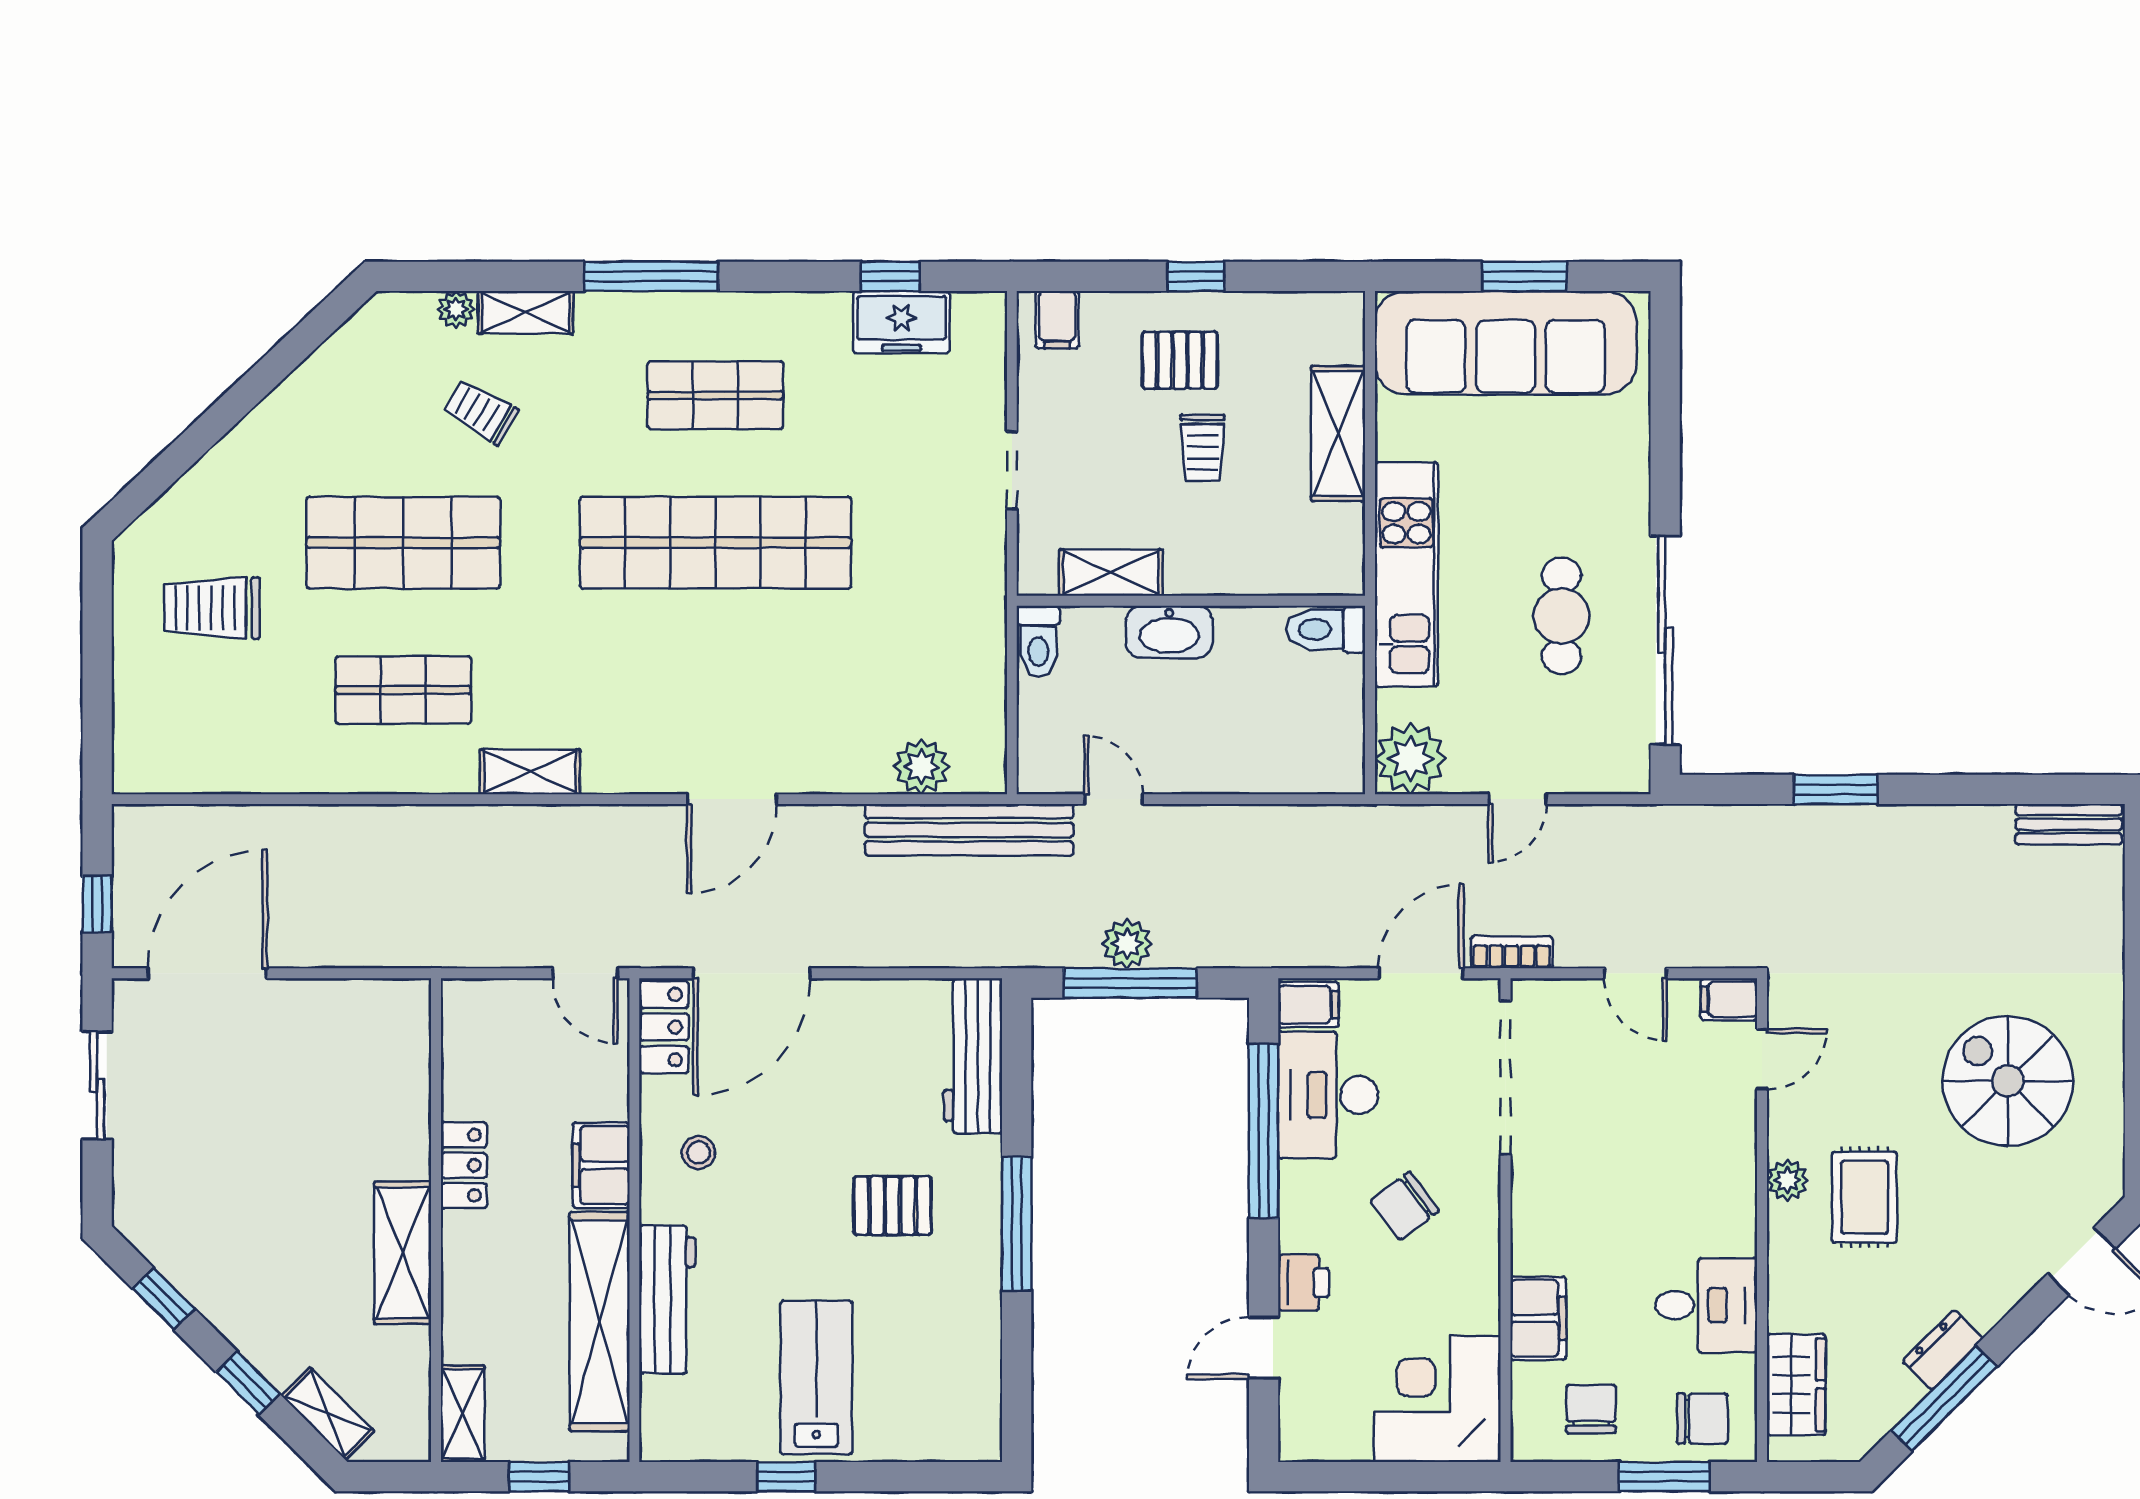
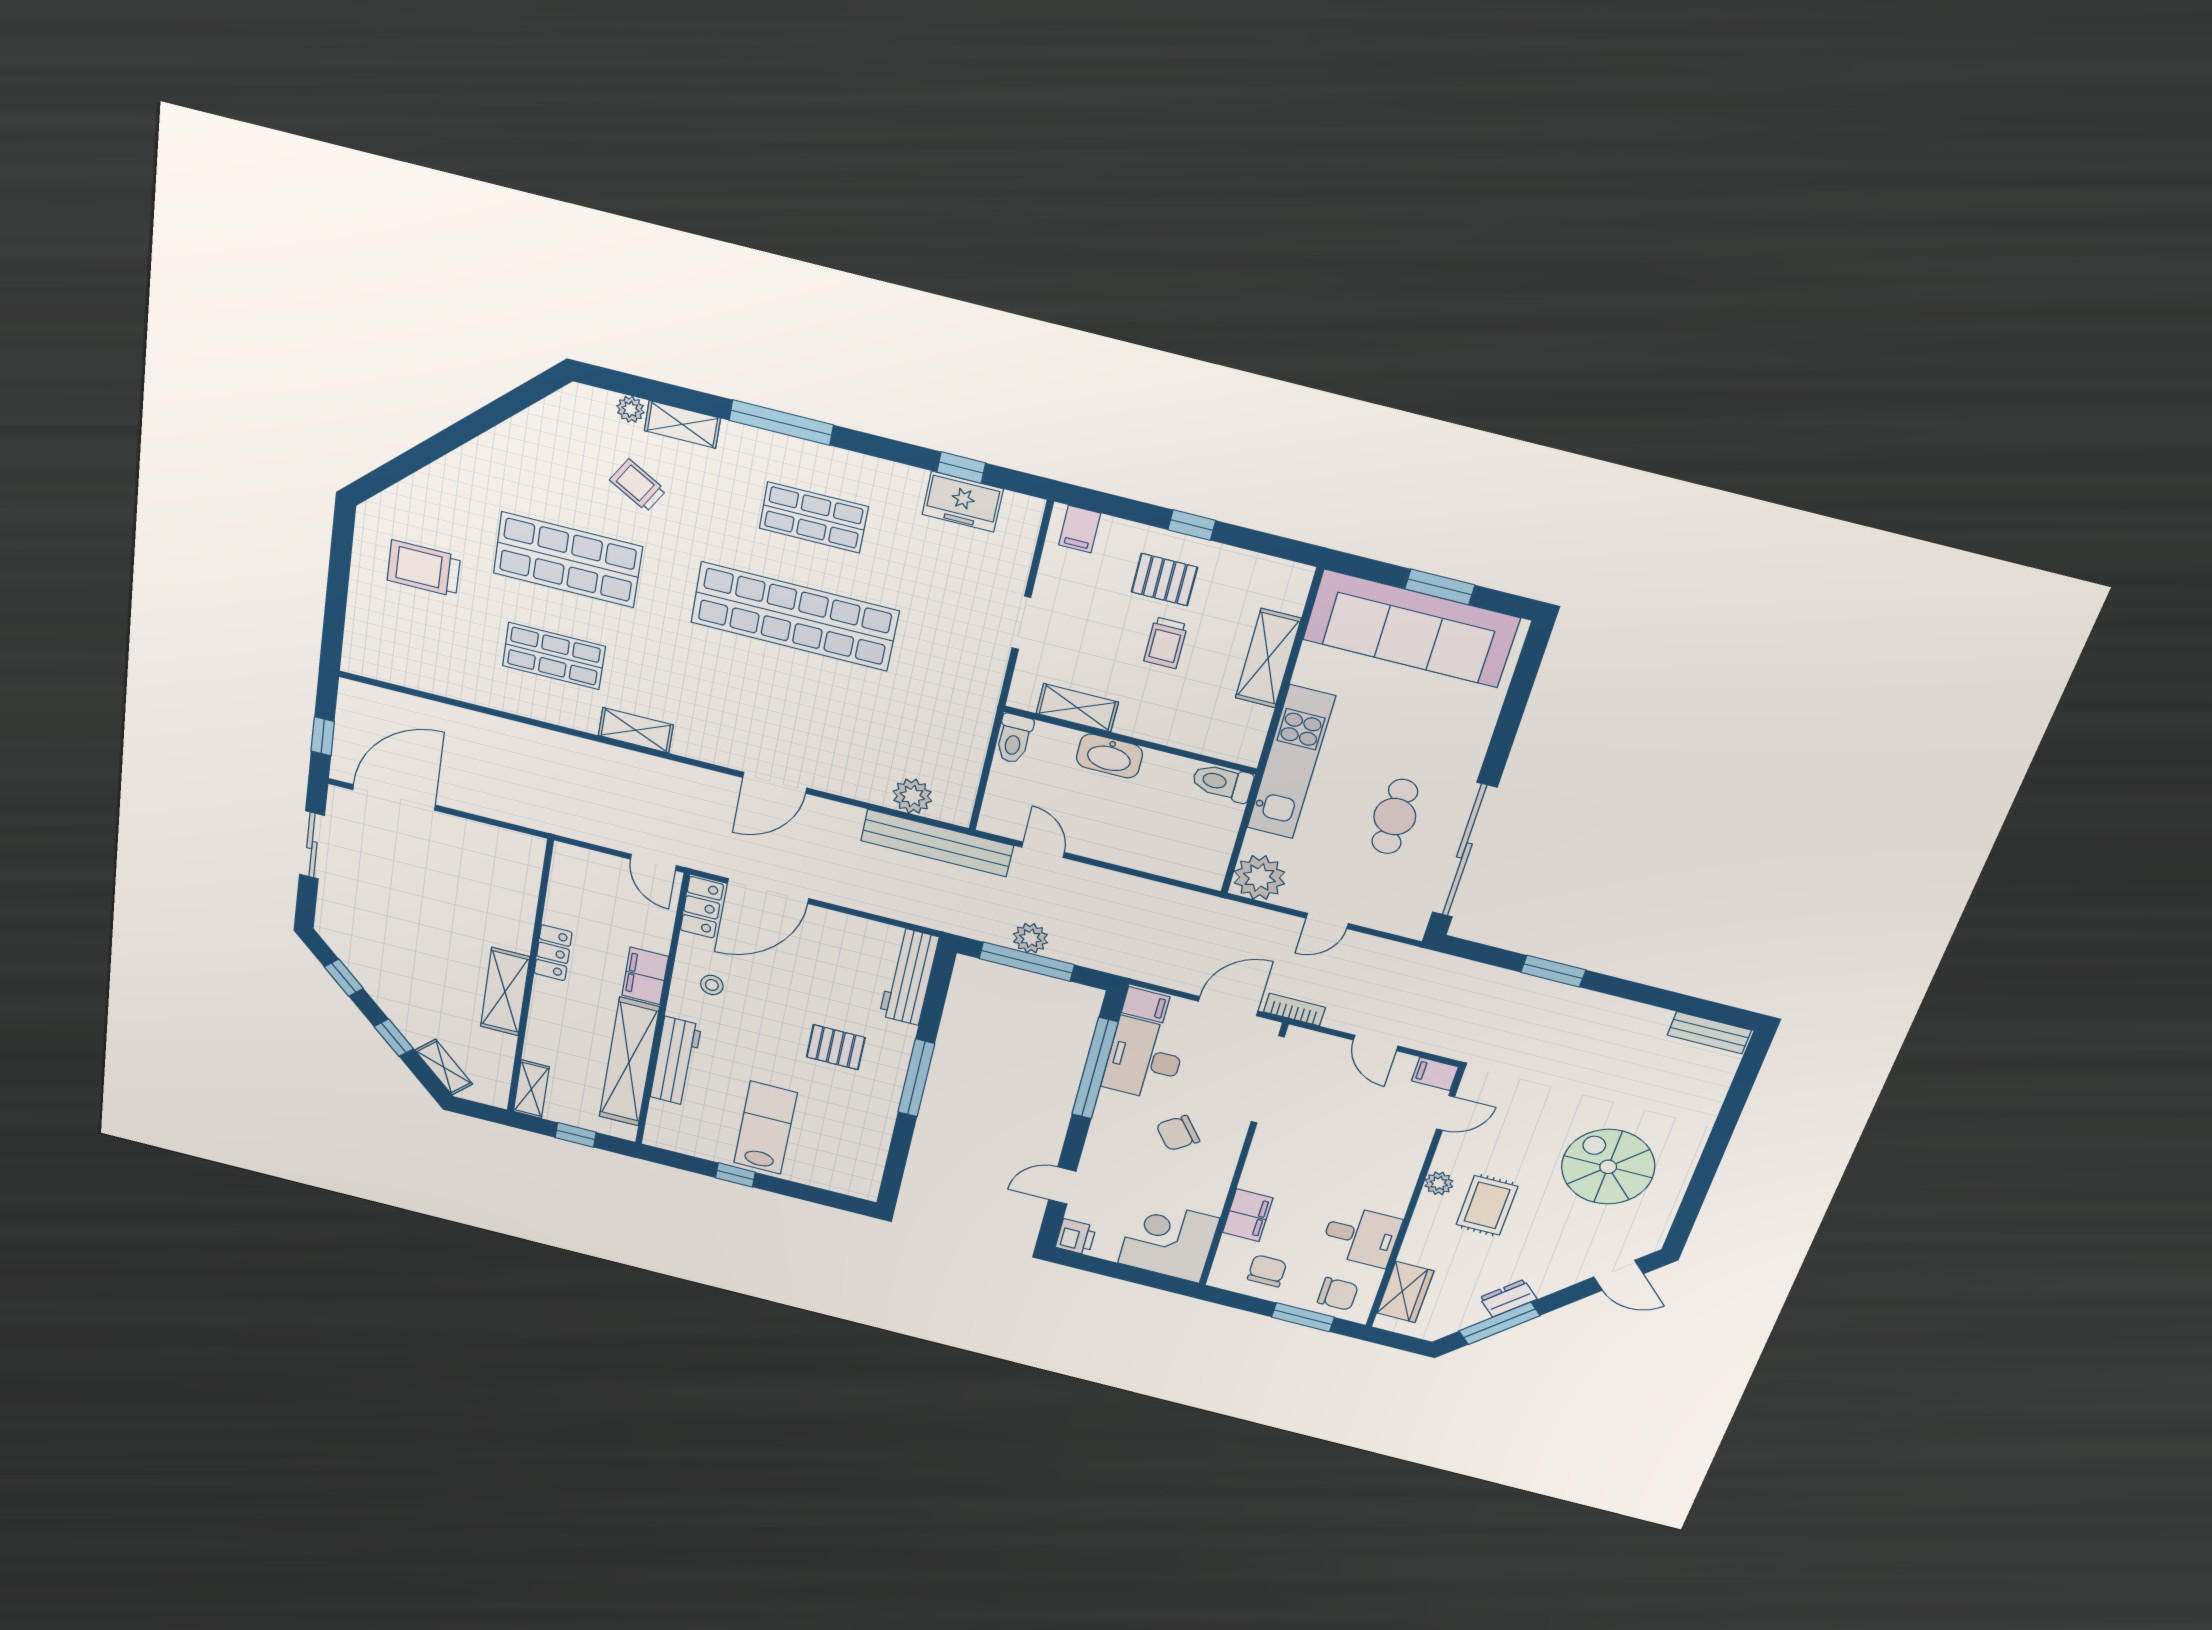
printer: (1304, 1283) -> (1076, 1237), moved

